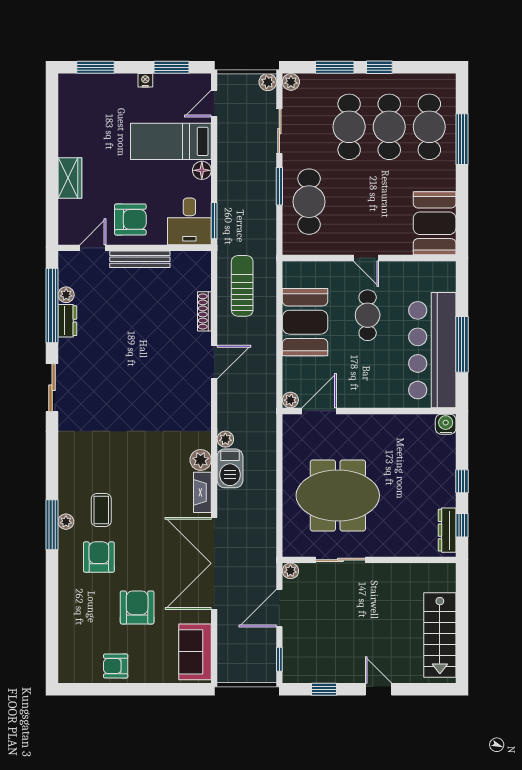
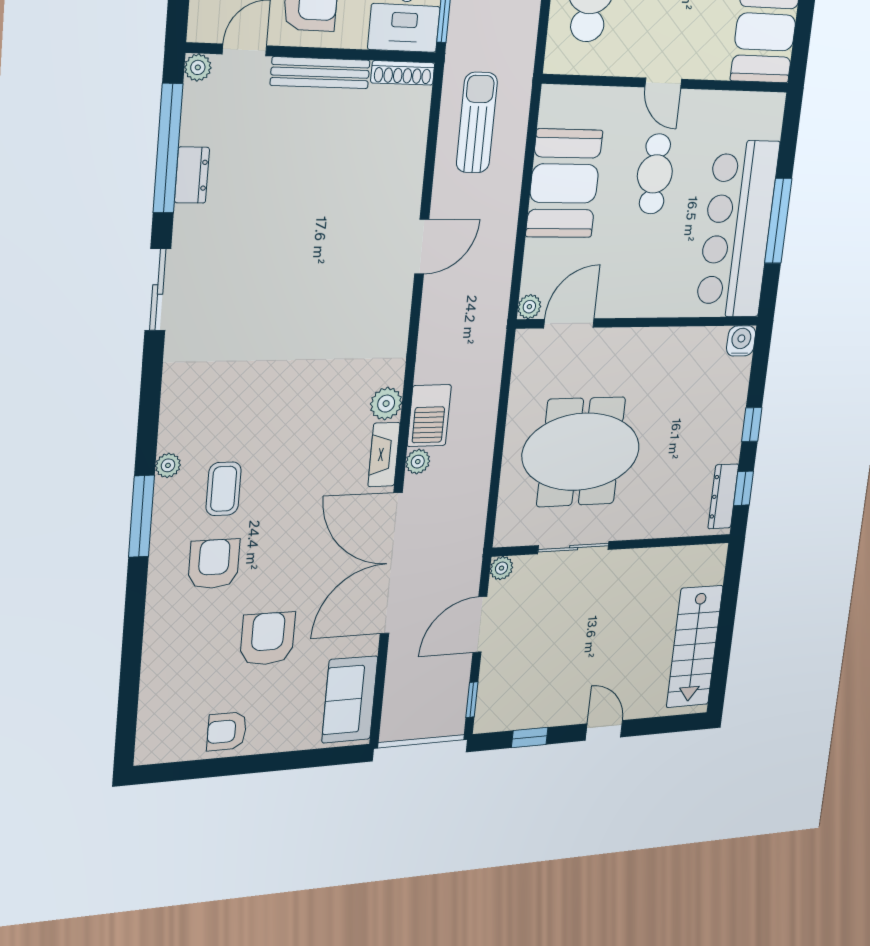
plant: (66, 295) -> (198, 67), moved
shoe rack: (204, 311) -> (403, 73), moved, turned -90
plant: (225, 439) -> (418, 462), moved
plant: (66, 522) -> (168, 465), moved

